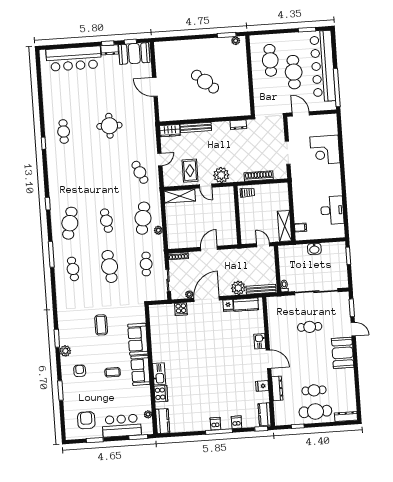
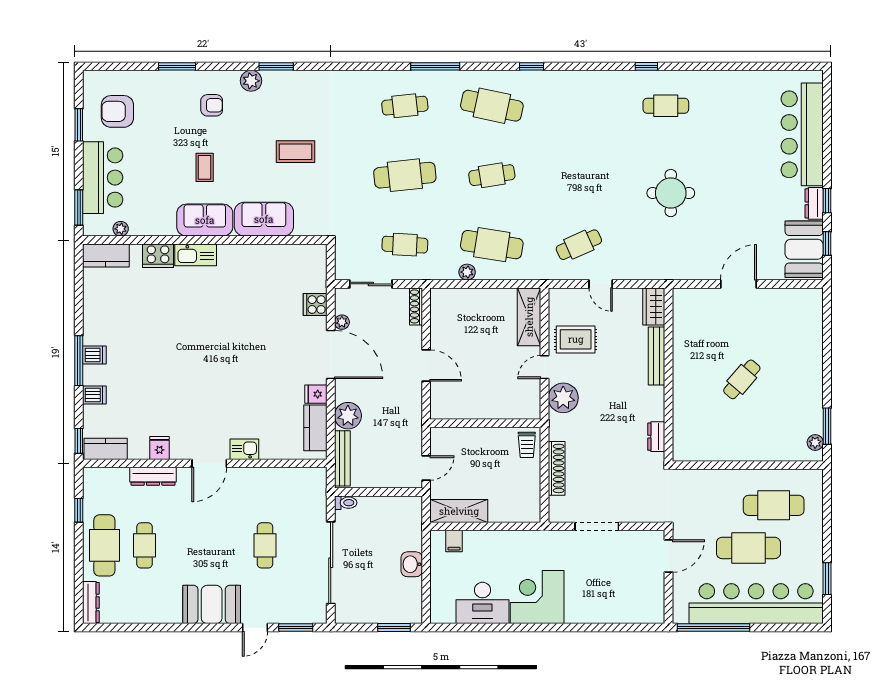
cafe table: (205, 82) -> (742, 379), width x0.73, depth x0.74
corner desk: (325, 150) -> (537, 597), moved
armchair: (86, 420) -> (117, 111), turned 180

